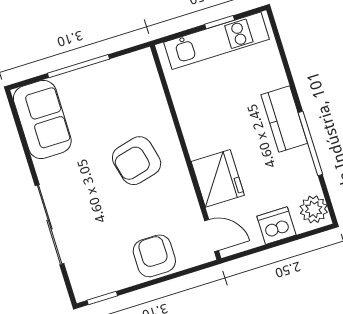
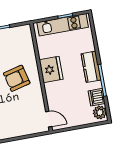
fridge: (218, 178) -> (51, 70), moved
dishwasher: (276, 226) -> (97, 97), moved, turned -90
armchair: (154, 256) -> (20, 126), removed

